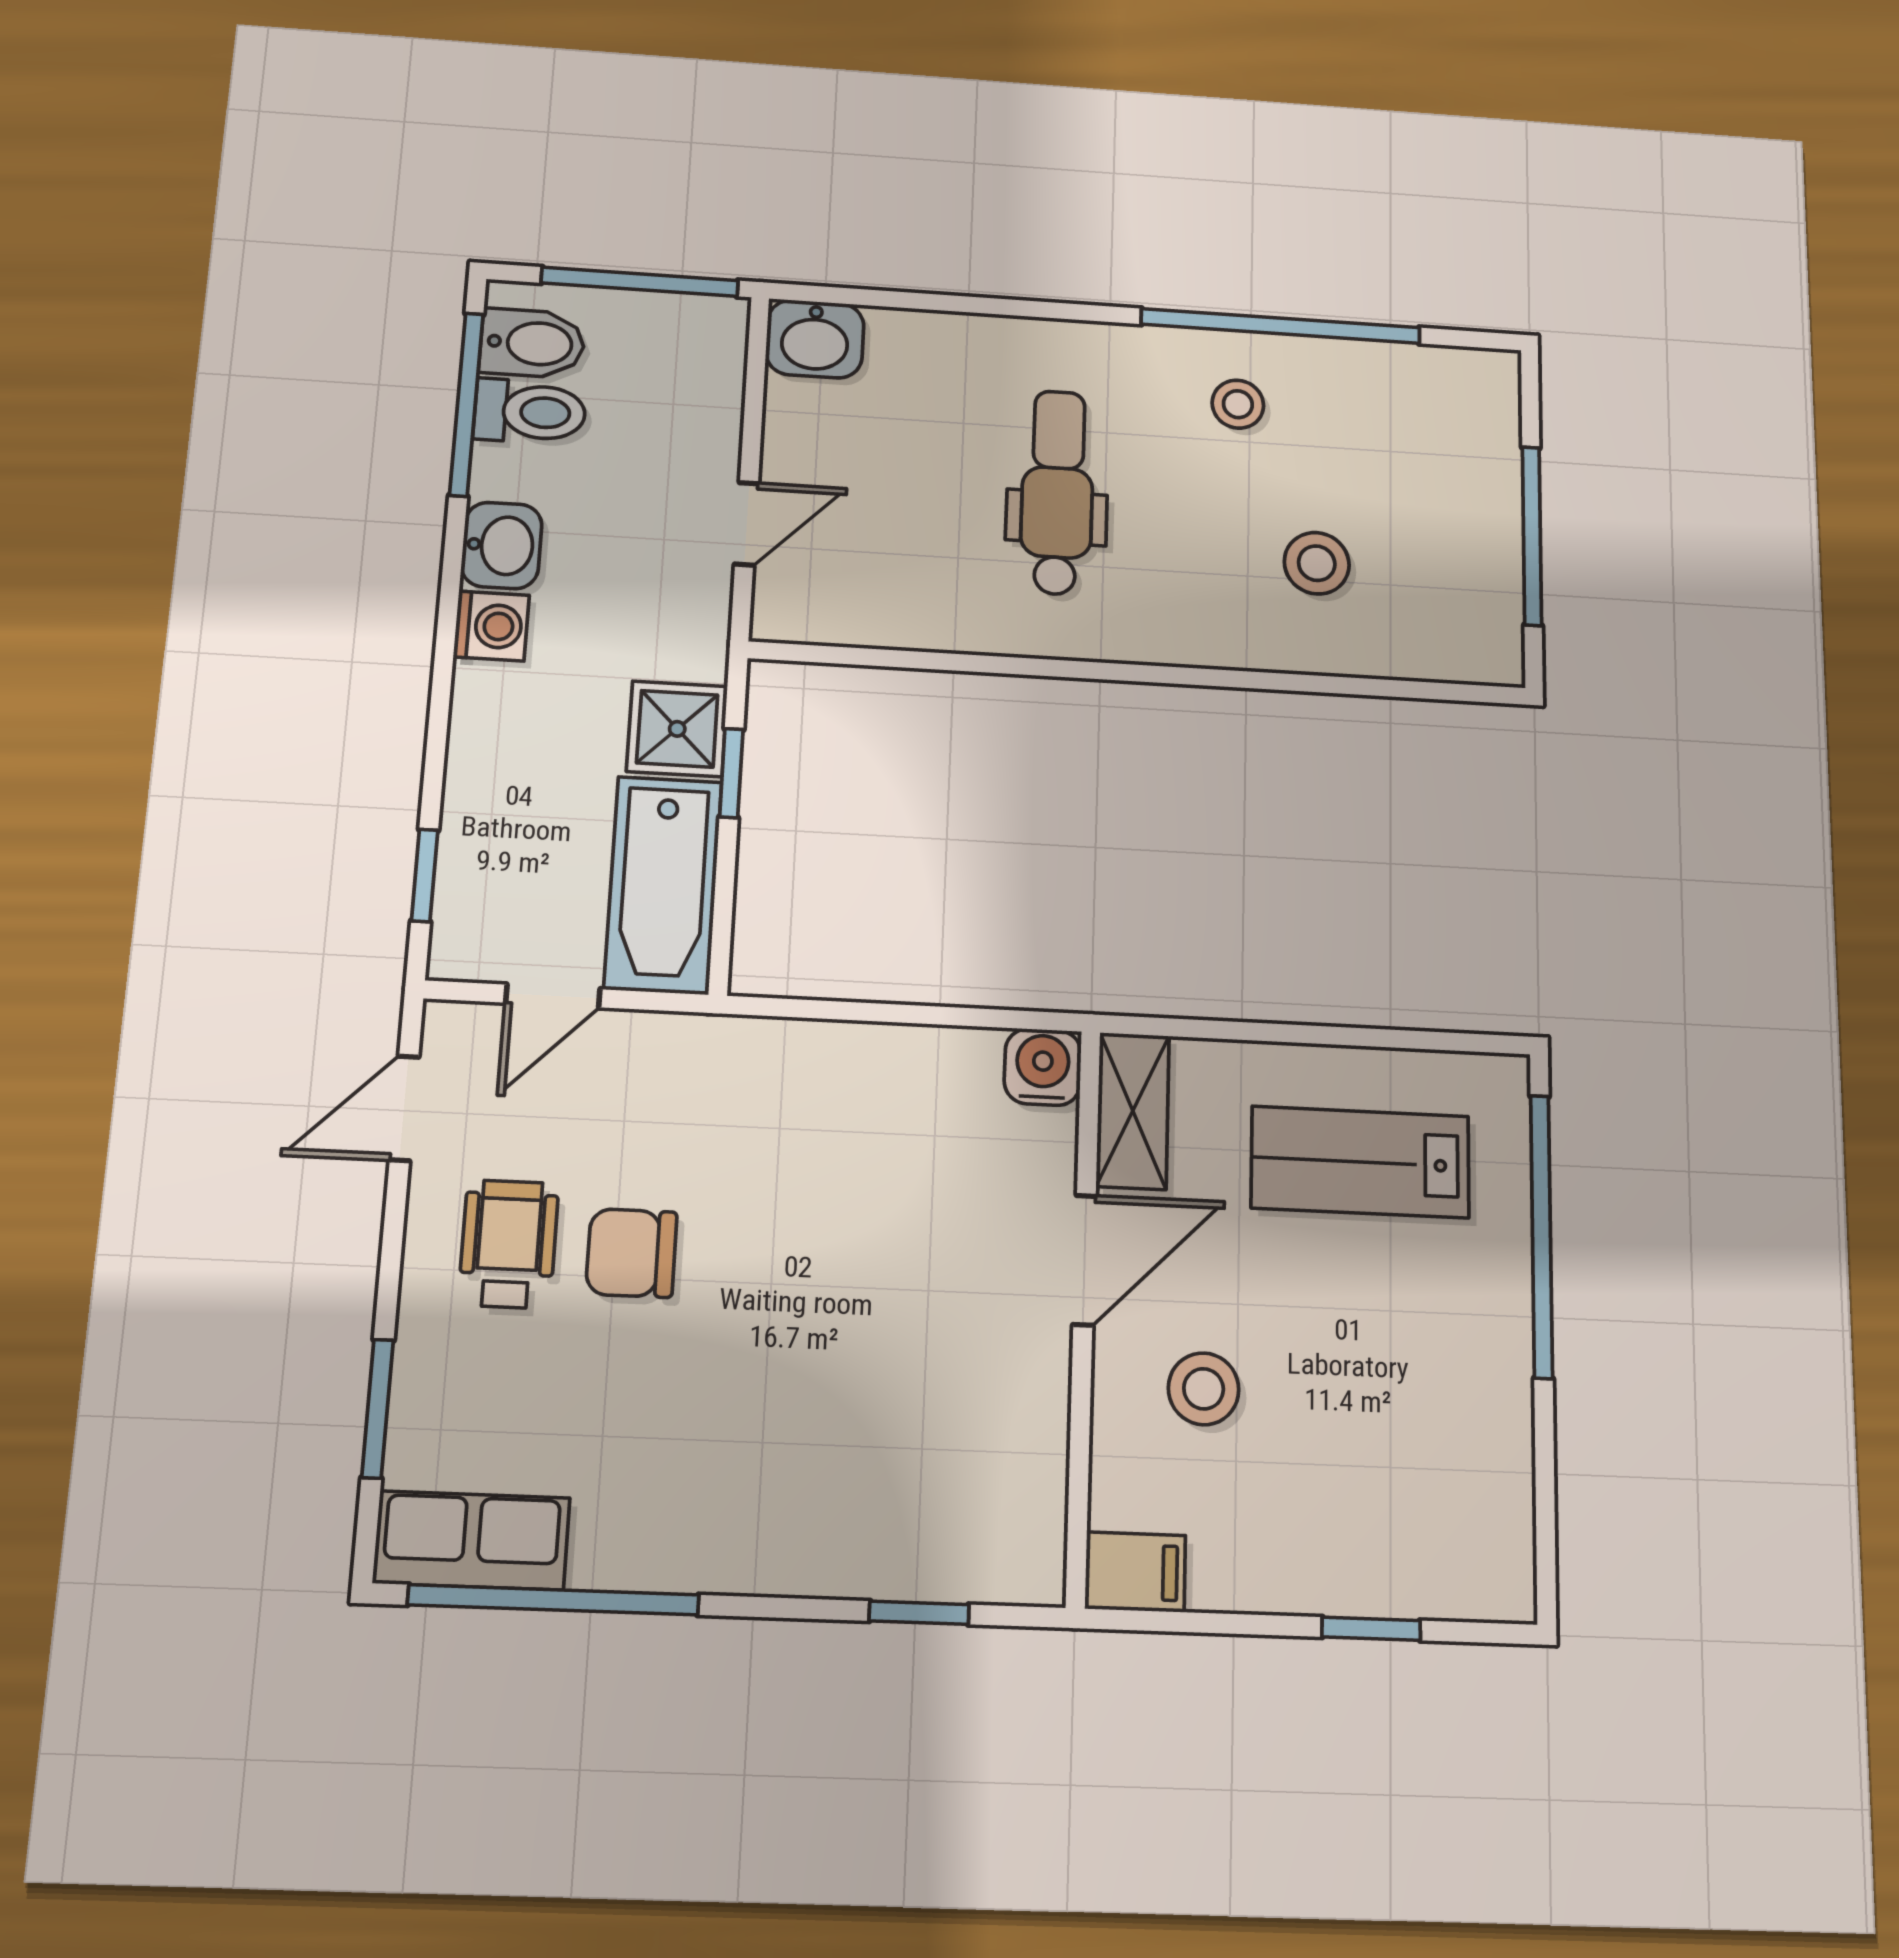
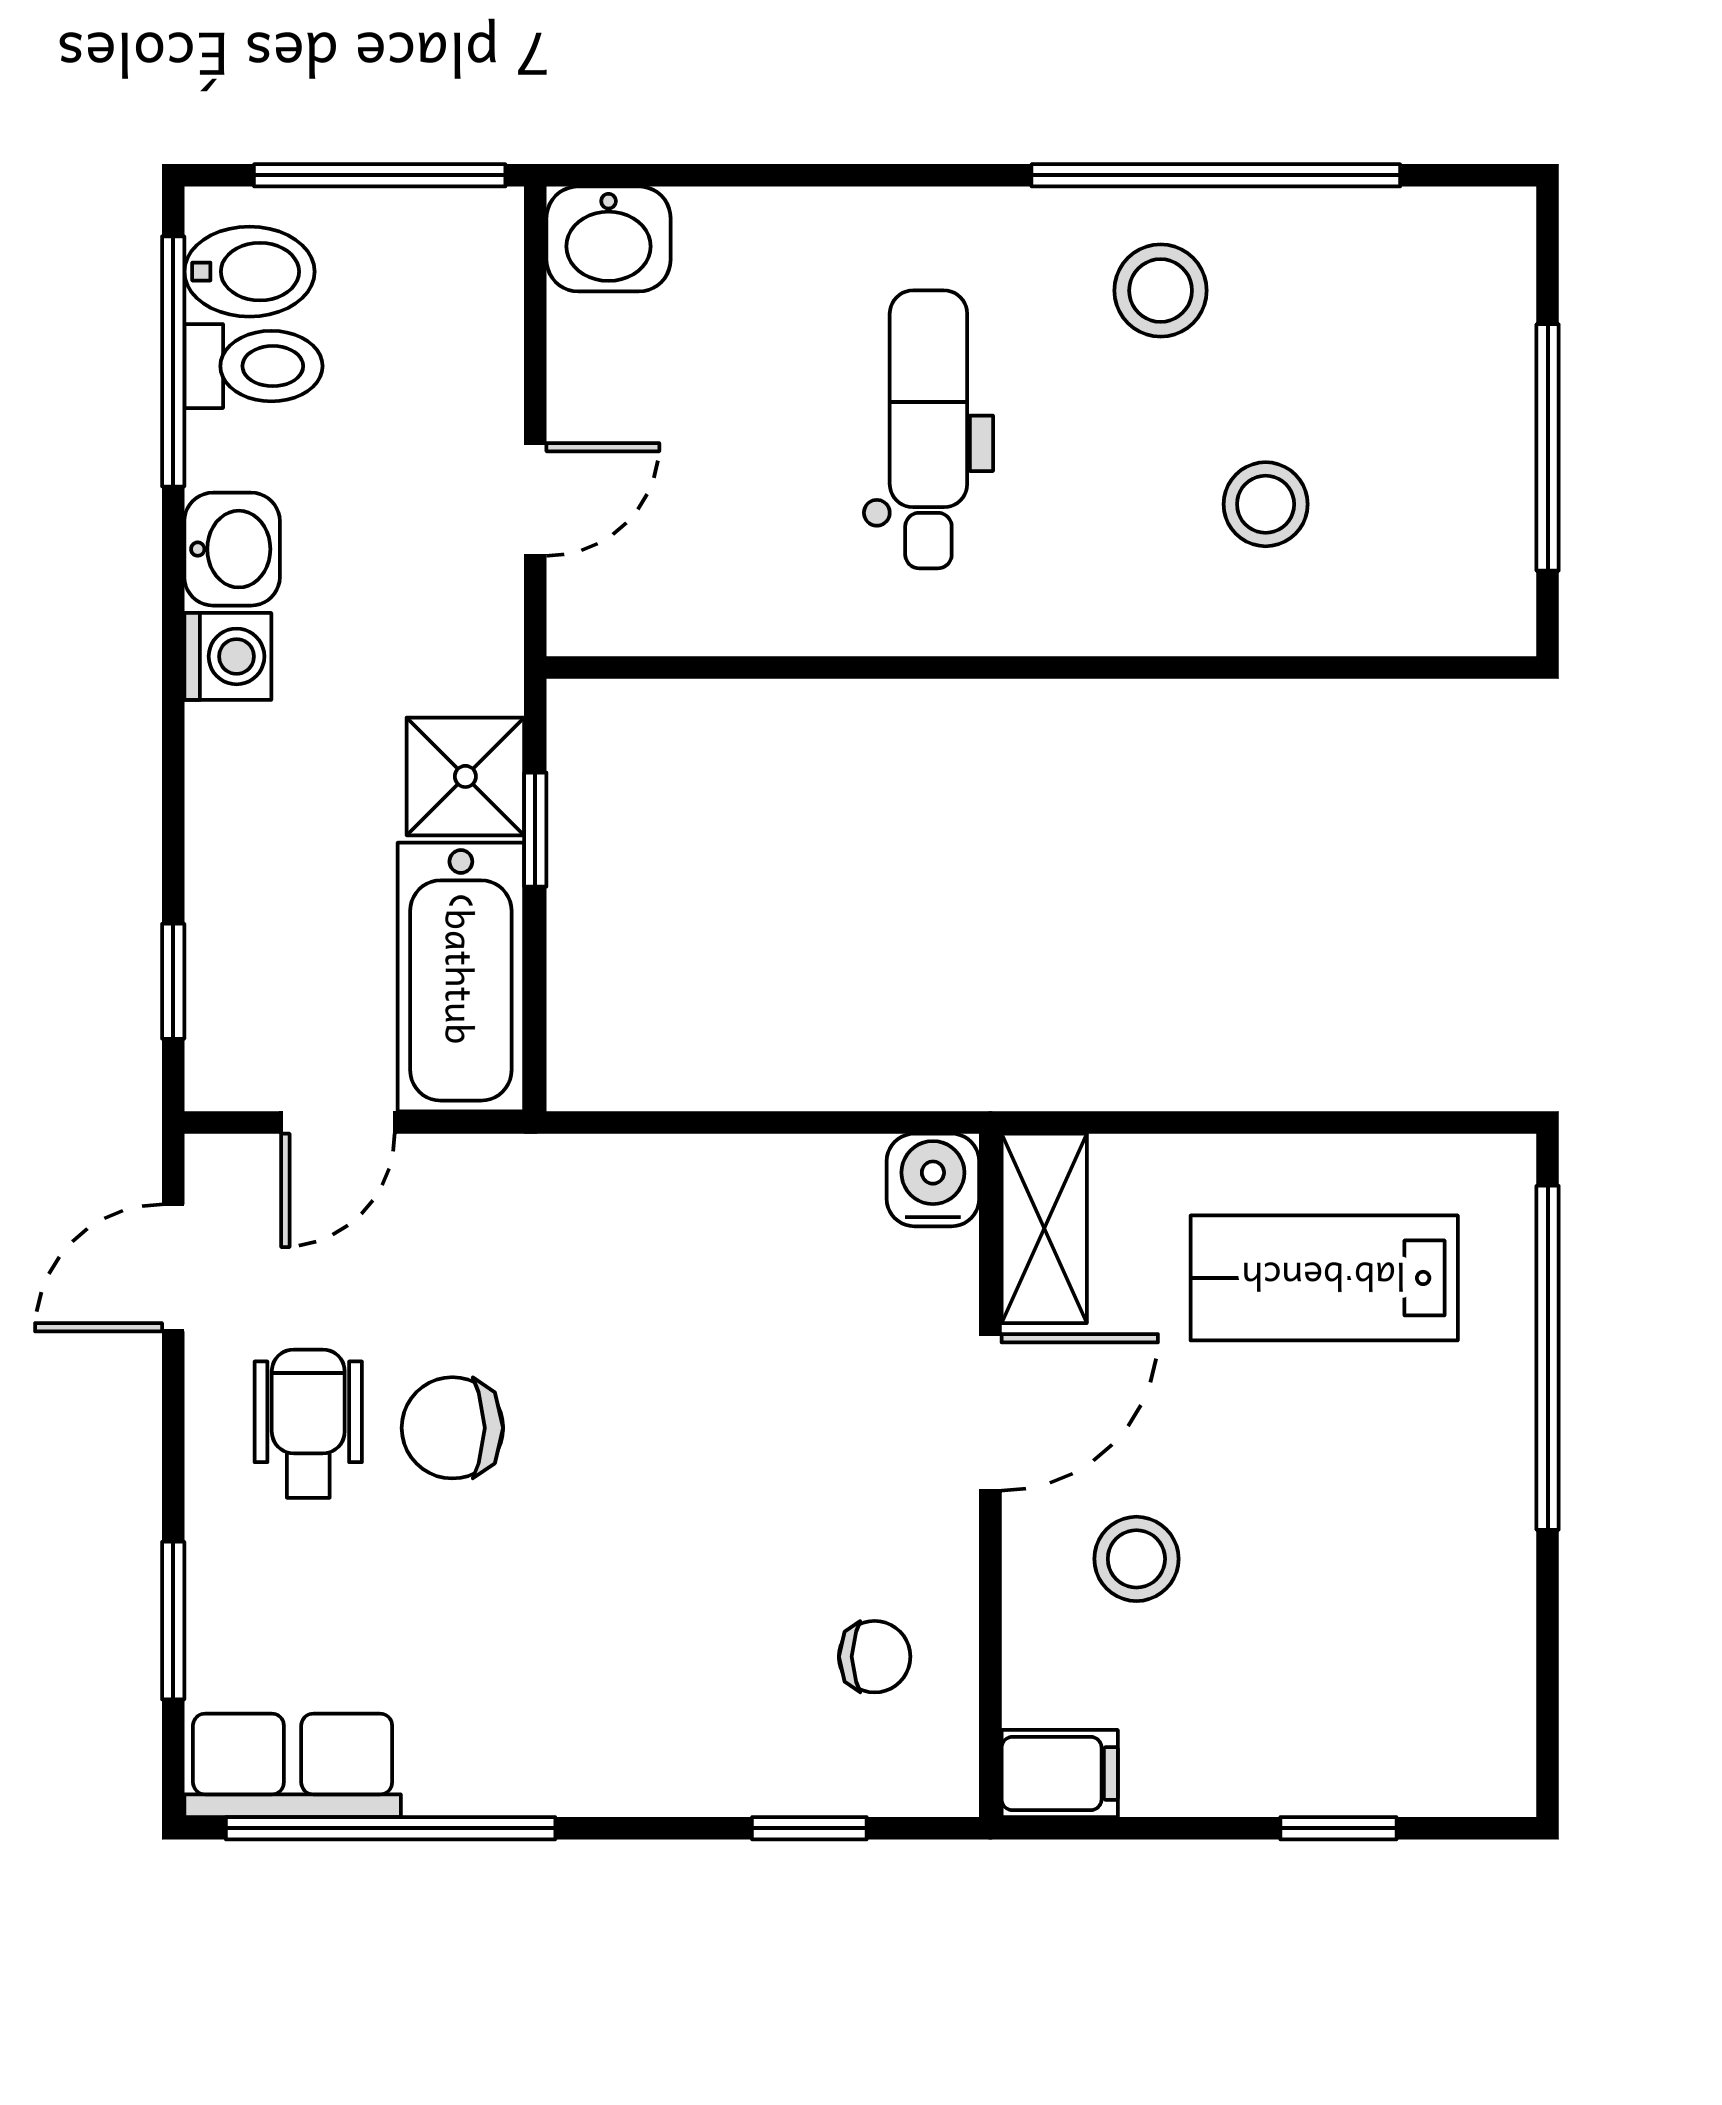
stool: (1238, 404) -> (1161, 291), width x1.37, depth x1.37
chair: (981, 1464) -> (875, 1657), added

